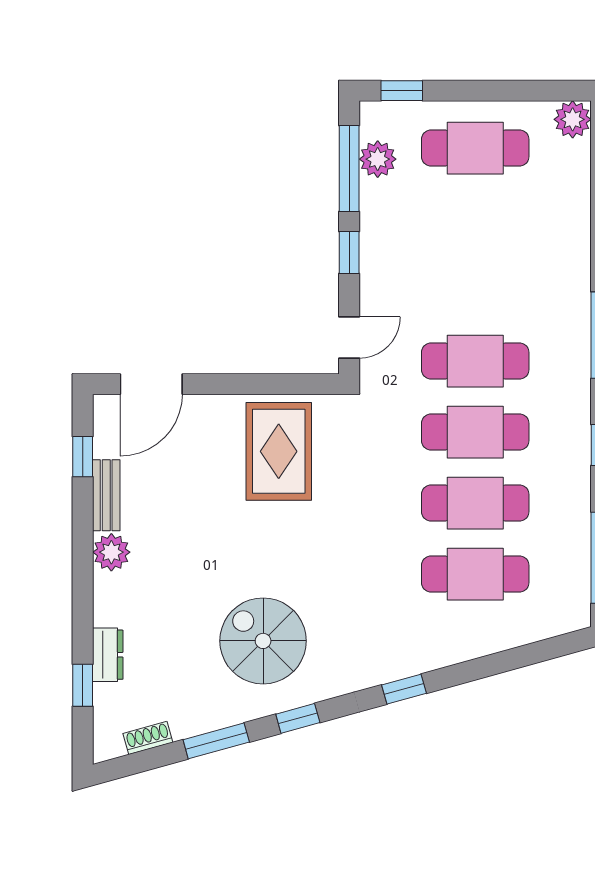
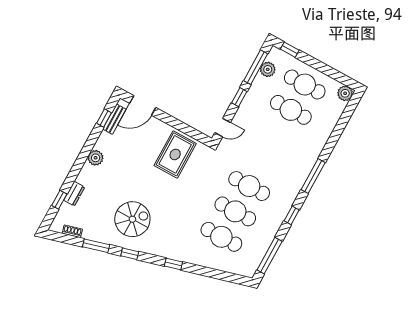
cafe table: (475, 361) -> (291, 110), moved
bench: (106, 495) -> (114, 119), moved
spiral stairs: (263, 641) -> (132, 219), turned 90

